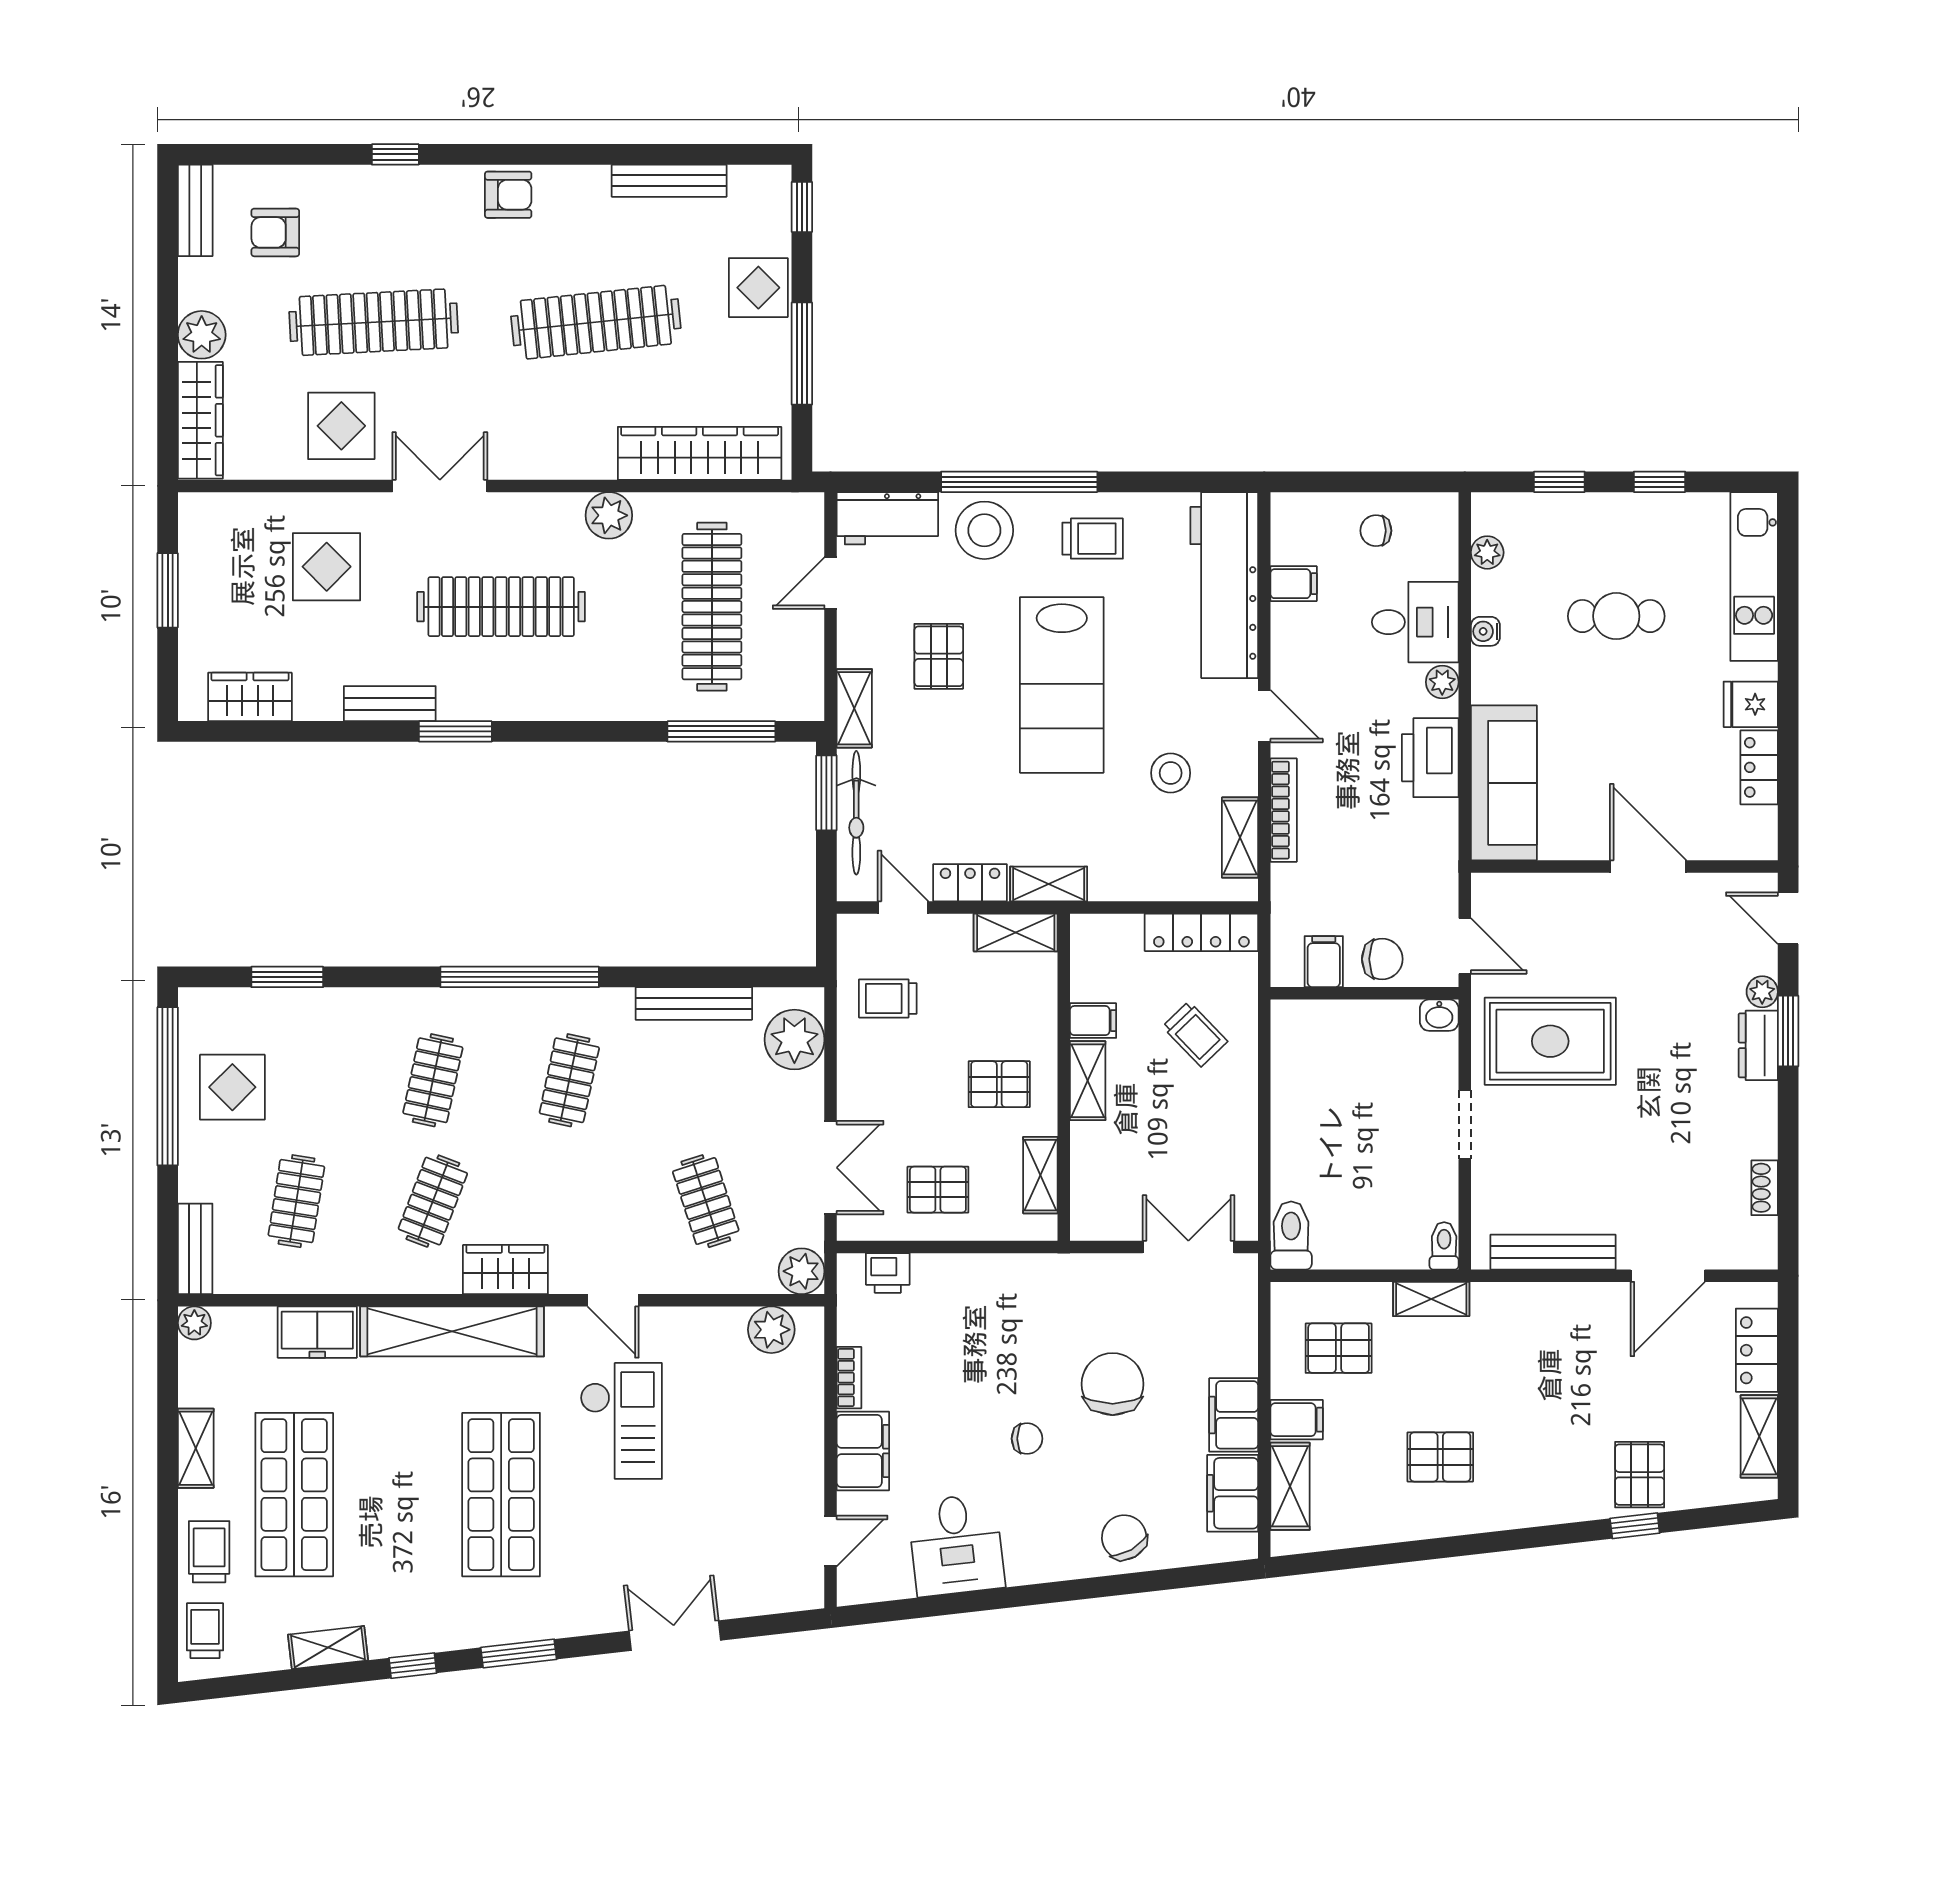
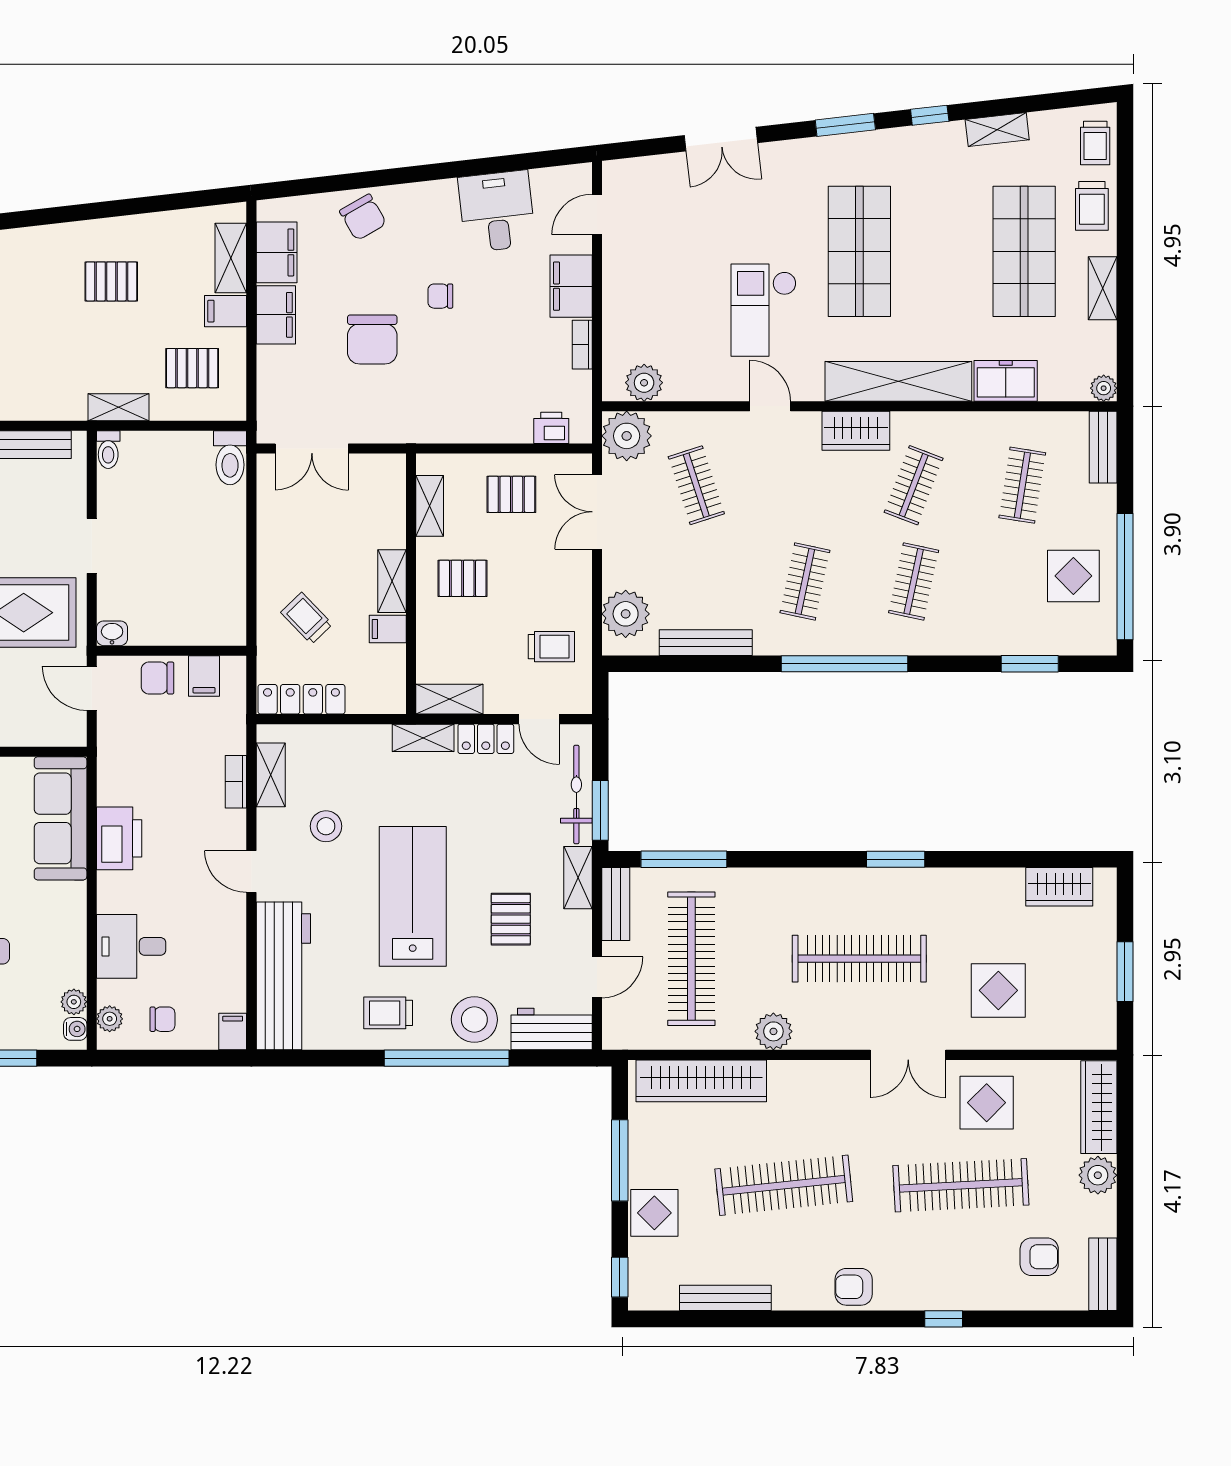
filing cabinet: (1294, 584) -> (233, 1032), moved, turned 90
water cooler: (1485, 631) -> (75, 1029), moved
plant: (1442, 682) -> (110, 1019), moved
bench: (390, 704) -> (616, 904), moved, turned 90
bookcase: (1284, 810) -> (236, 782), width x0.64
plant: (802, 1271) -> (627, 436), width x1.36, depth x1.36

